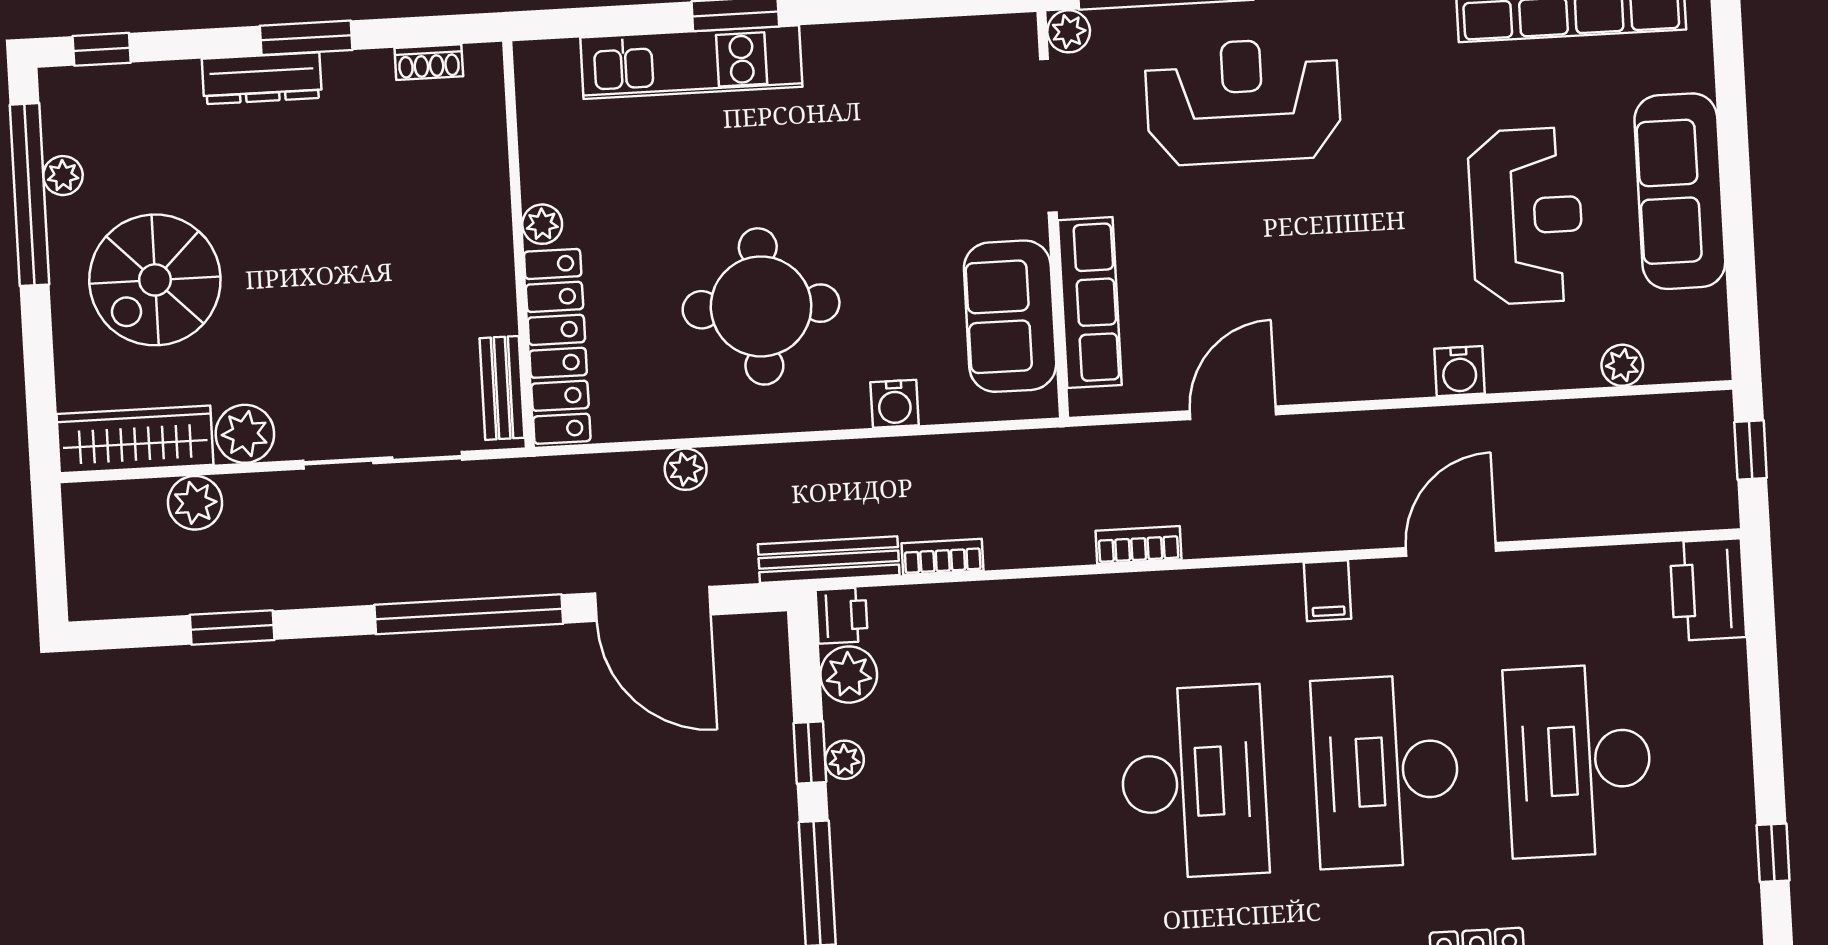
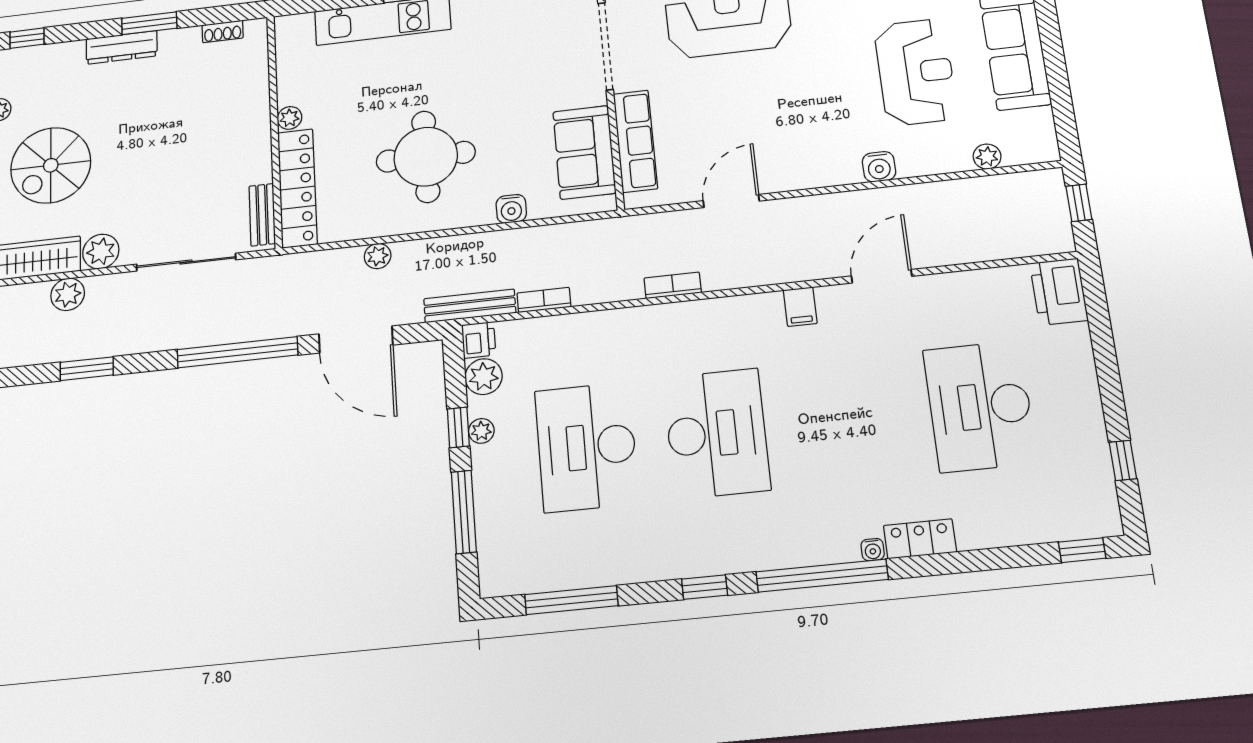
desk: (1386, 771) -> (587, 447), moved

